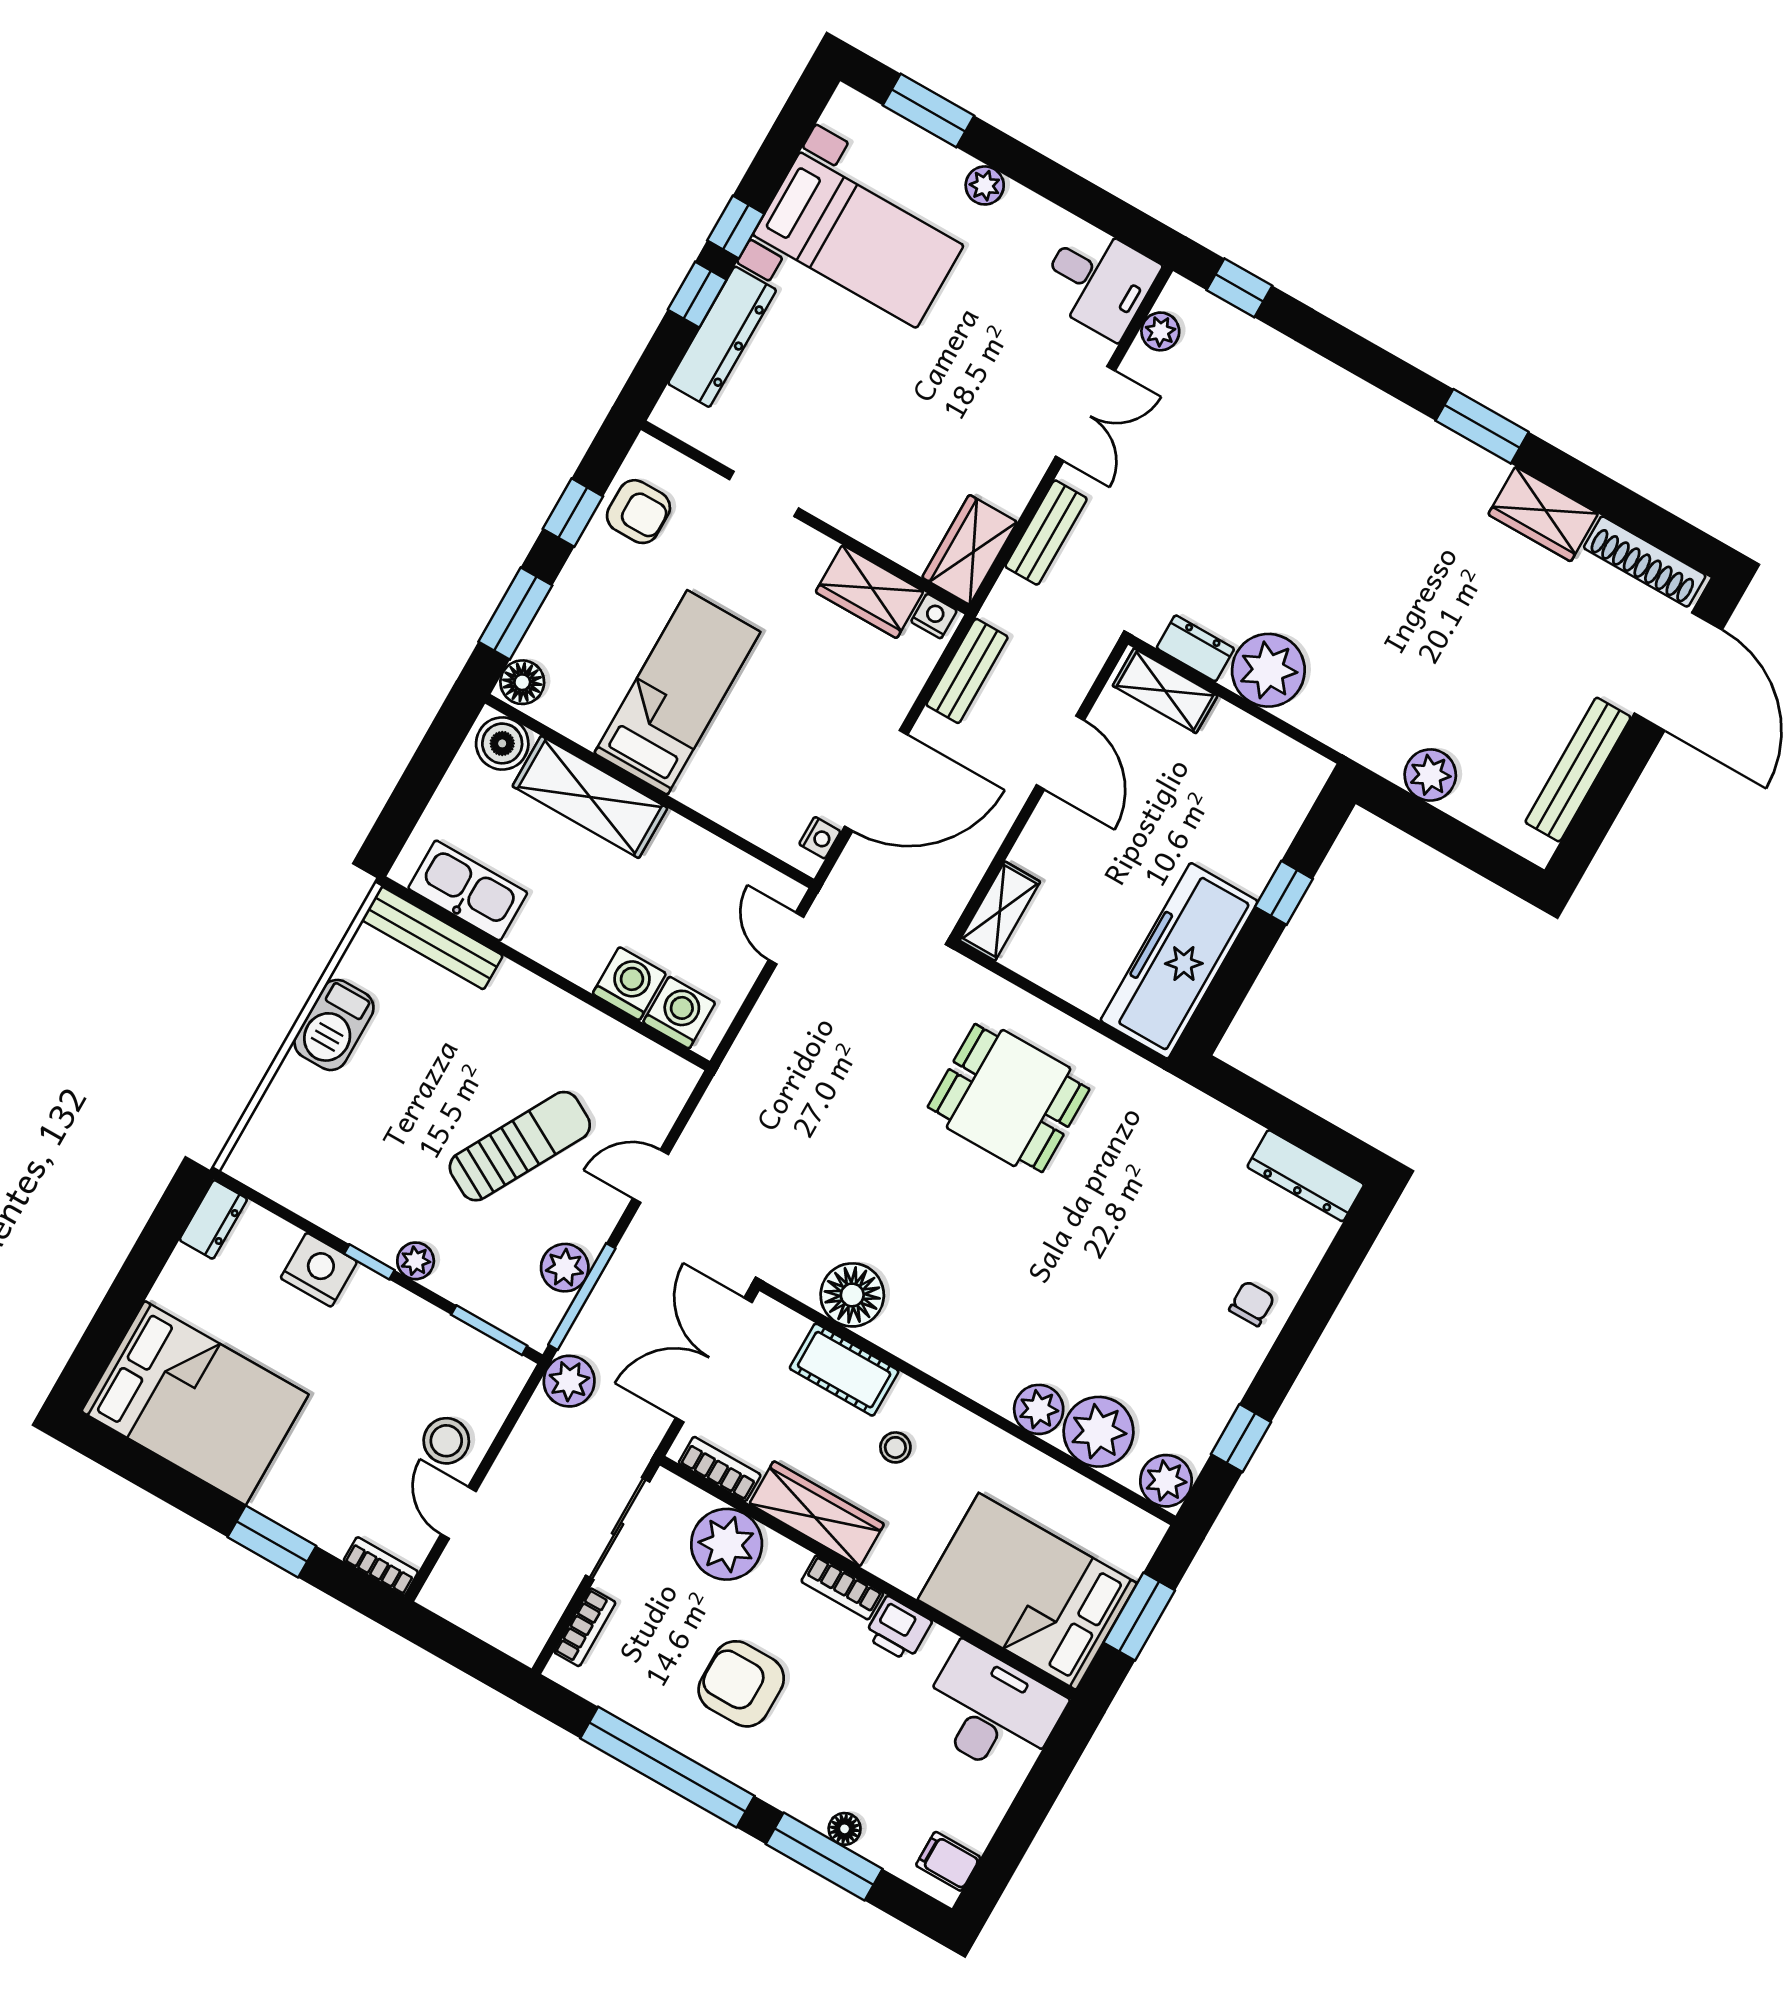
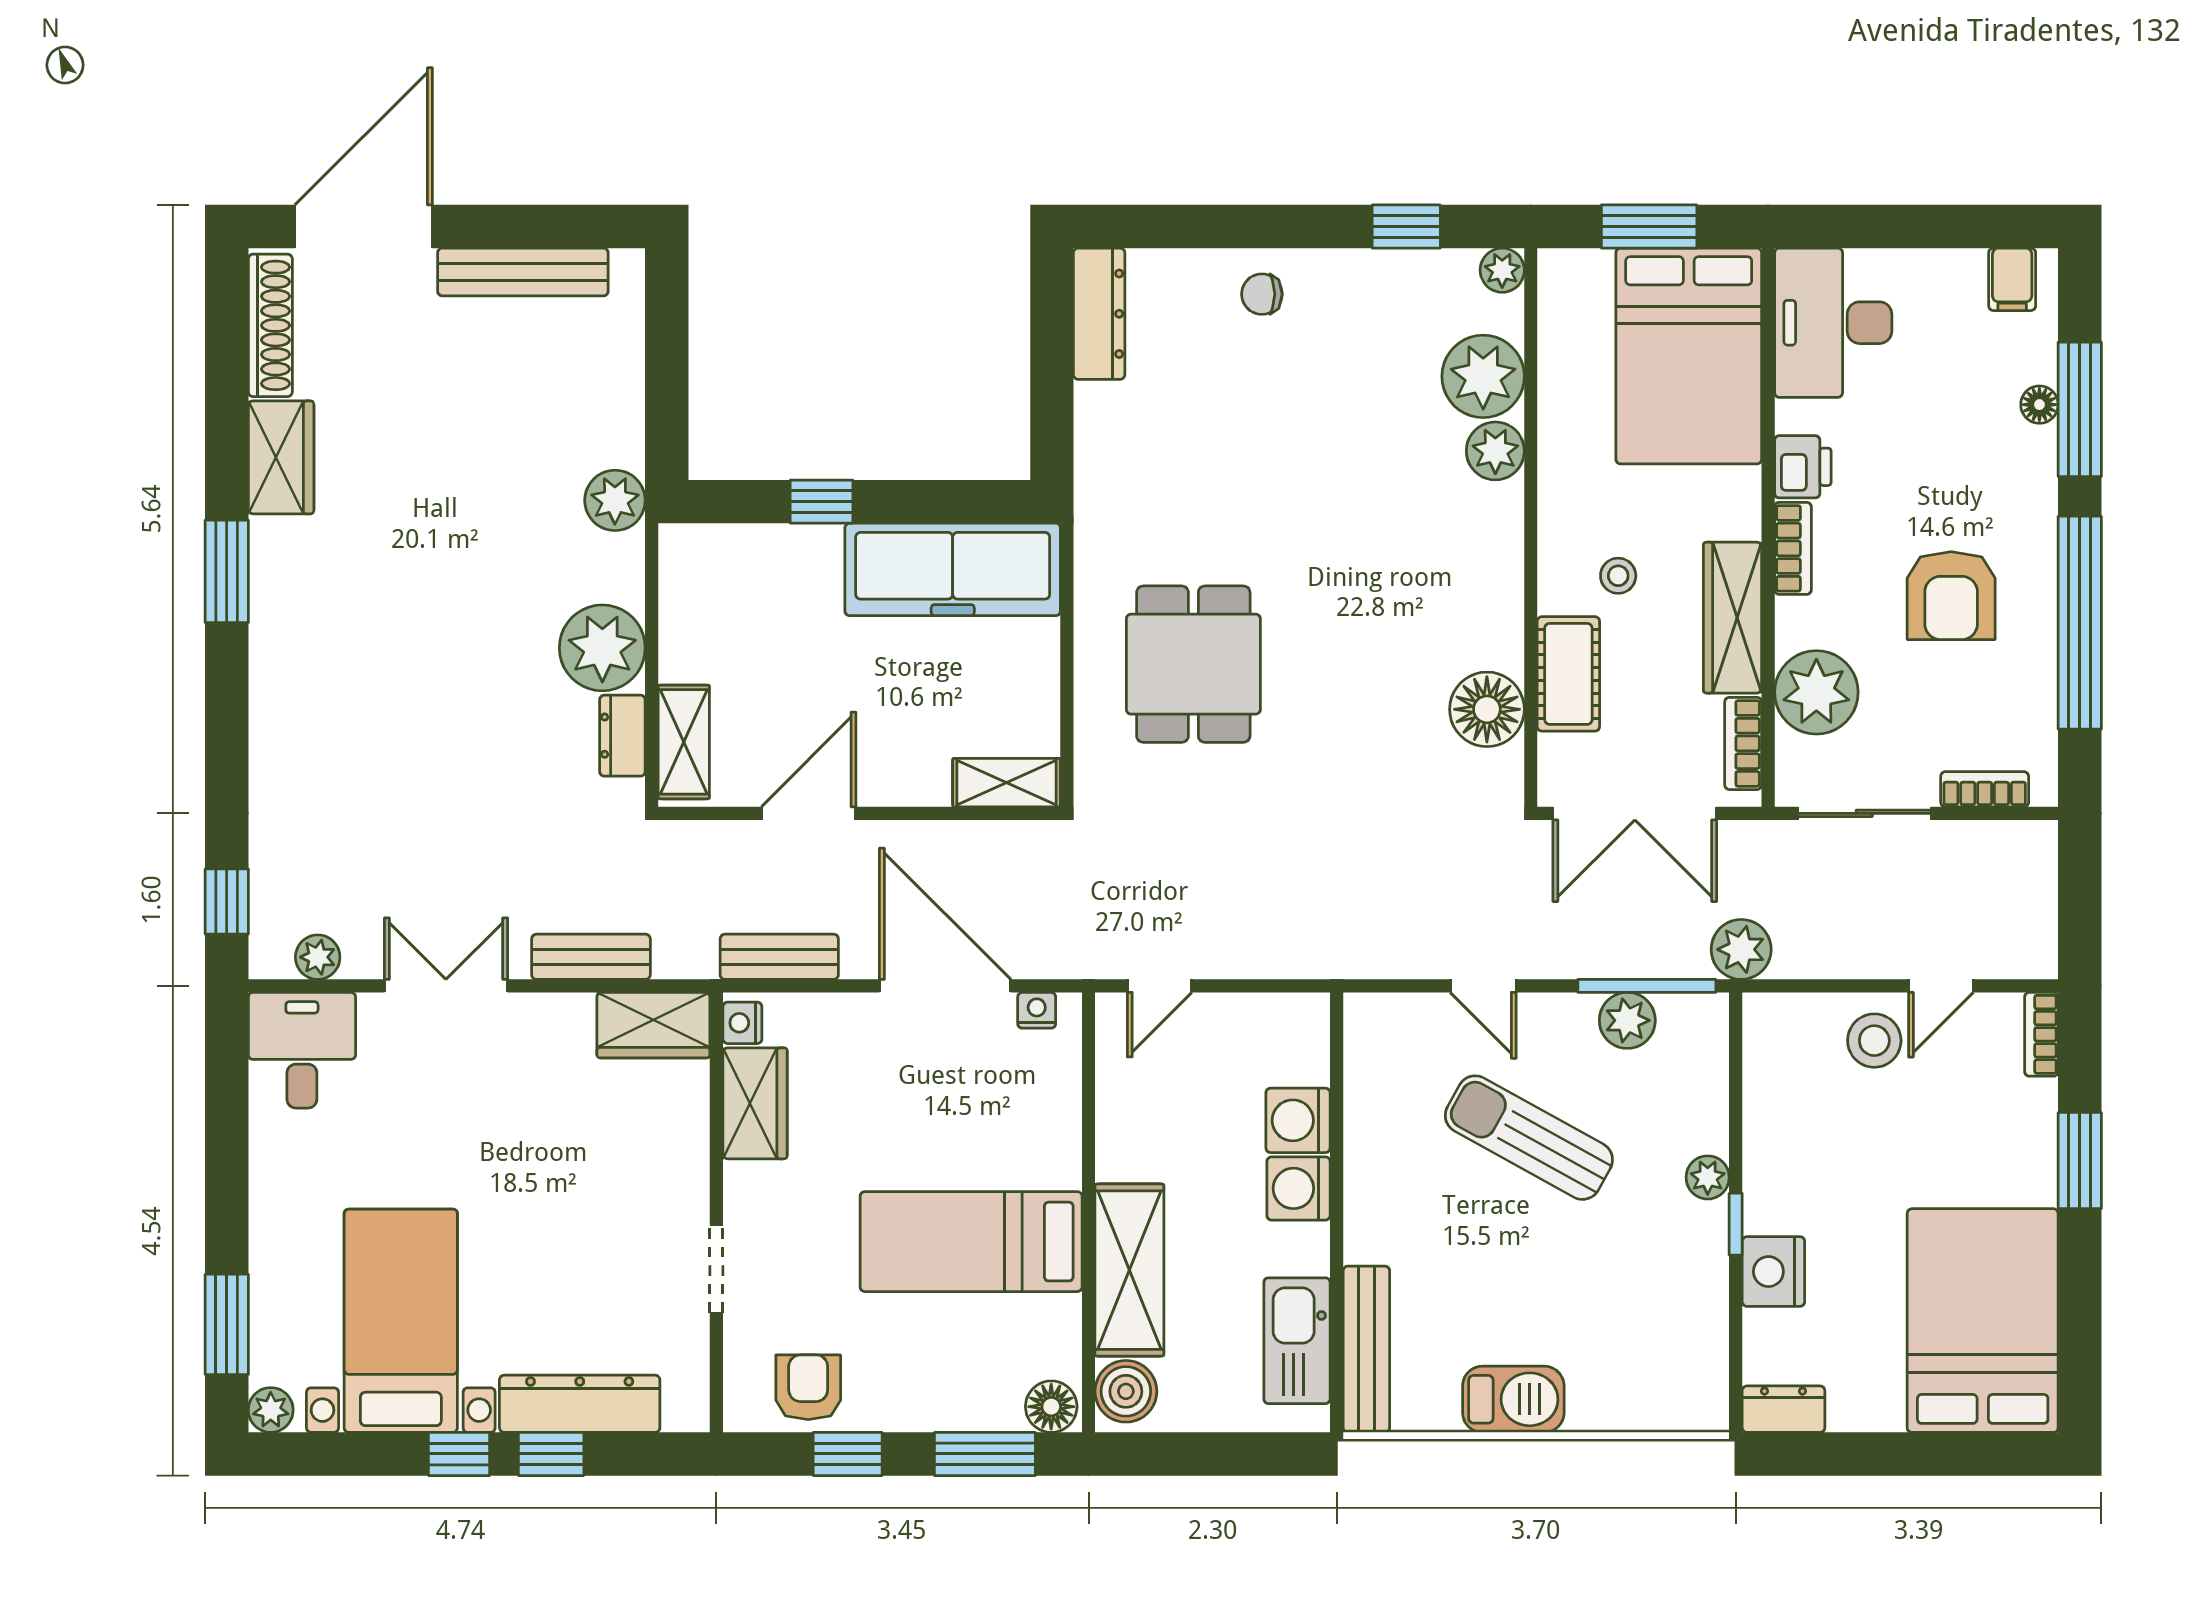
plant: (985, 185) -> (271, 1410), moved
plant: (1430, 775) -> (615, 500), moved
washing machine: (679, 1013) -> (1298, 1188), moved
window: (489, 1330) -> (1736, 1061), removed
plant: (1166, 1481) -> (1502, 270), width x0.73, depth x0.73

